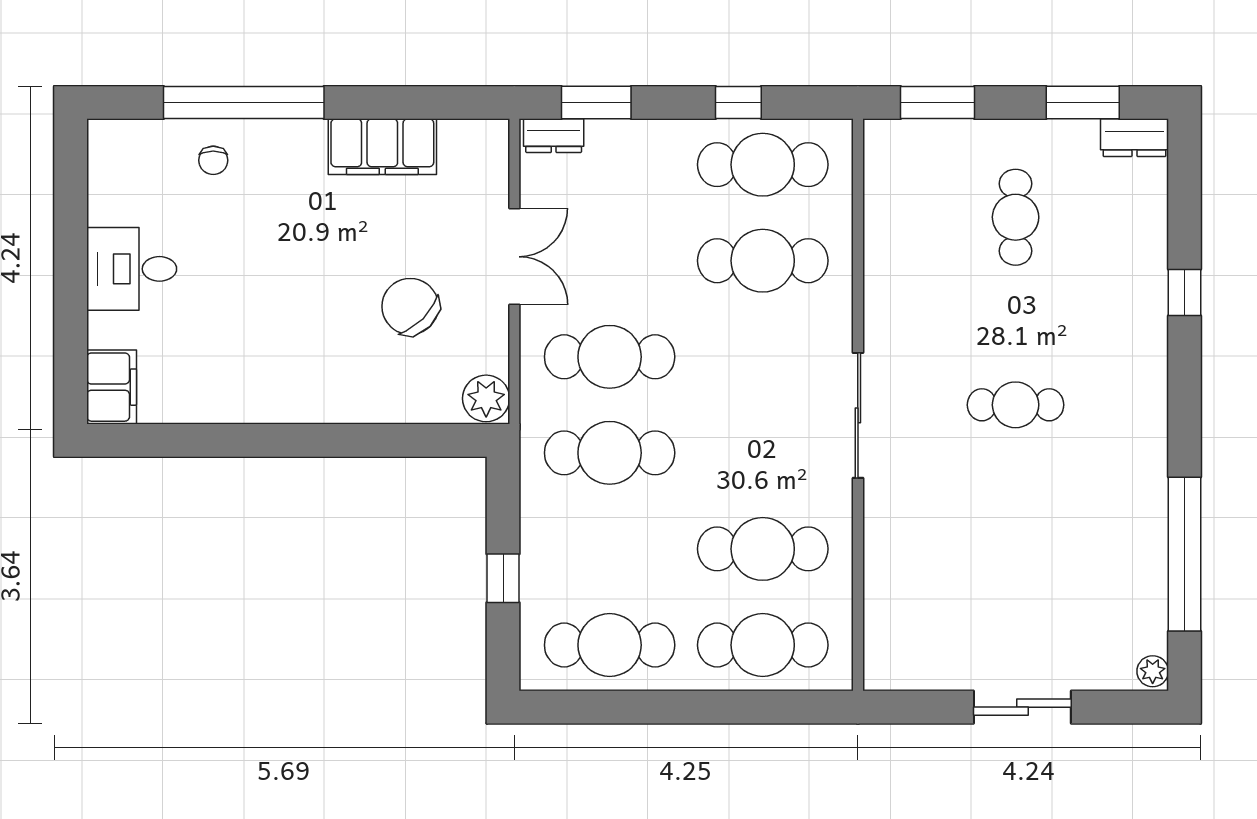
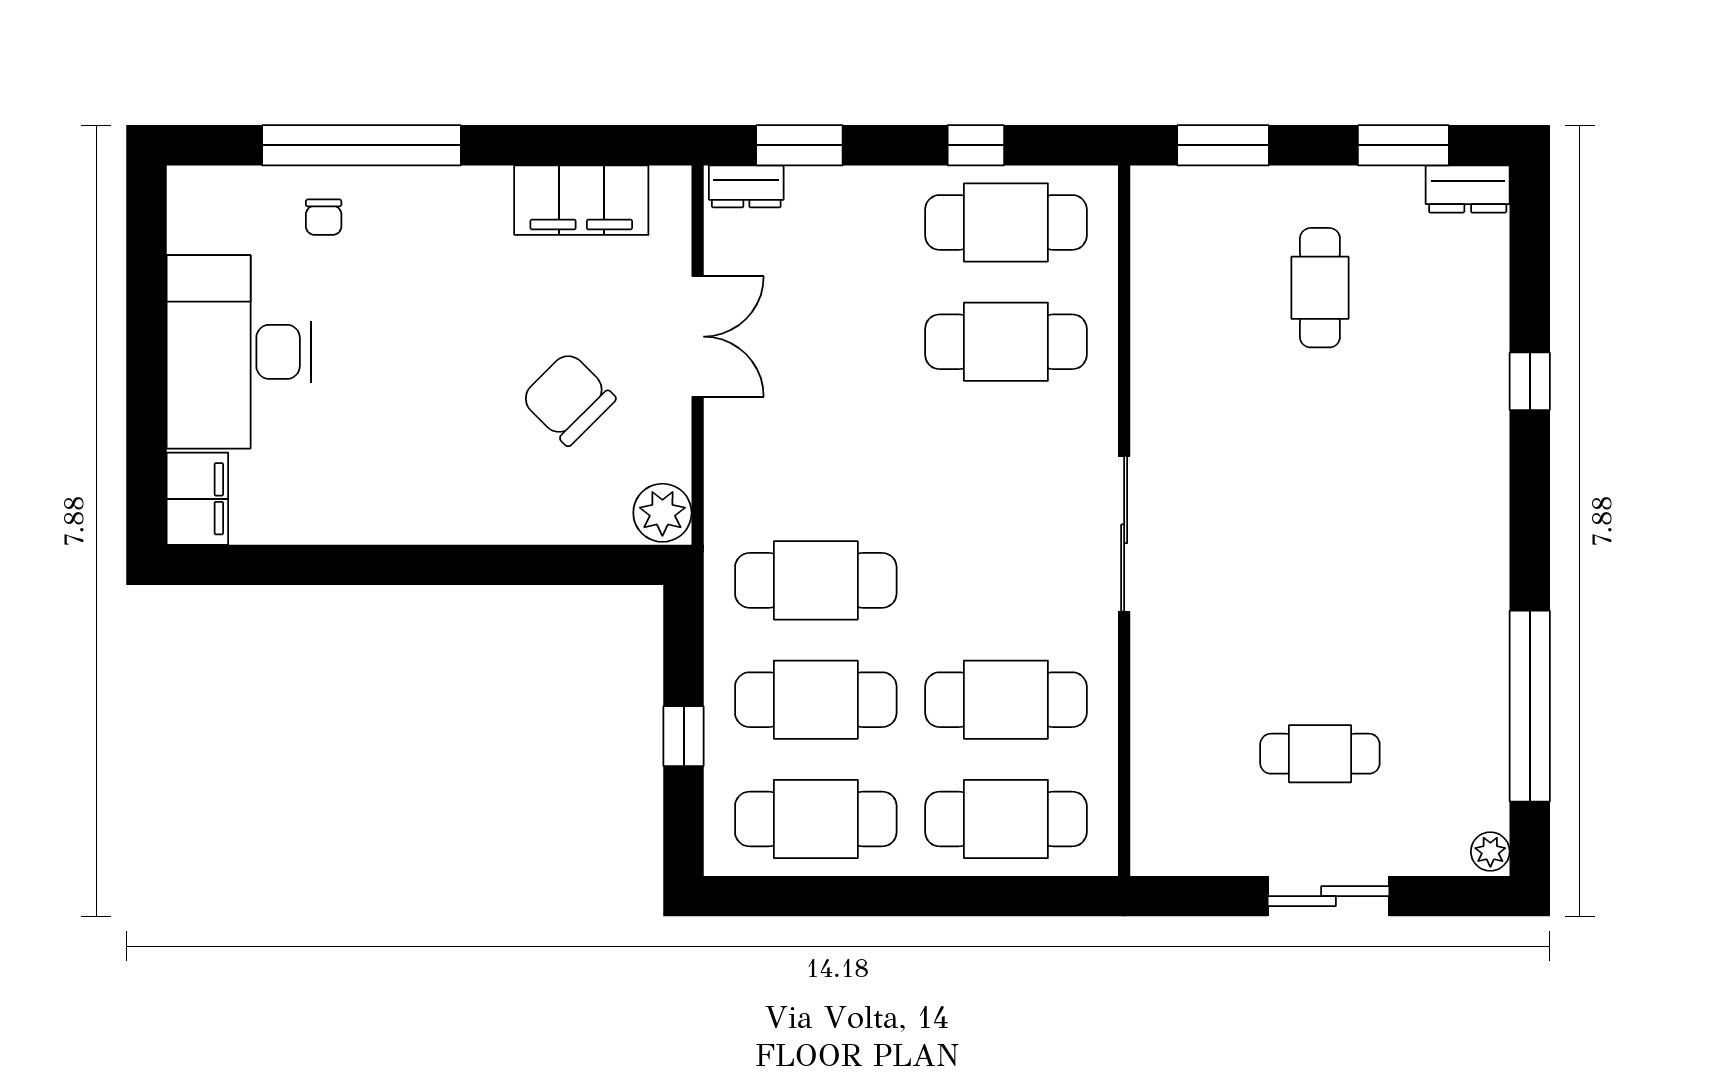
filing cabinet: (382, 147) -> (581, 200), moved
desk: (132, 269) -> (239, 352), width x1.87, depth x1.30
cafe table: (610, 357) -> (816, 700), moved
cafe table: (1016, 405) -> (1320, 754), moved

